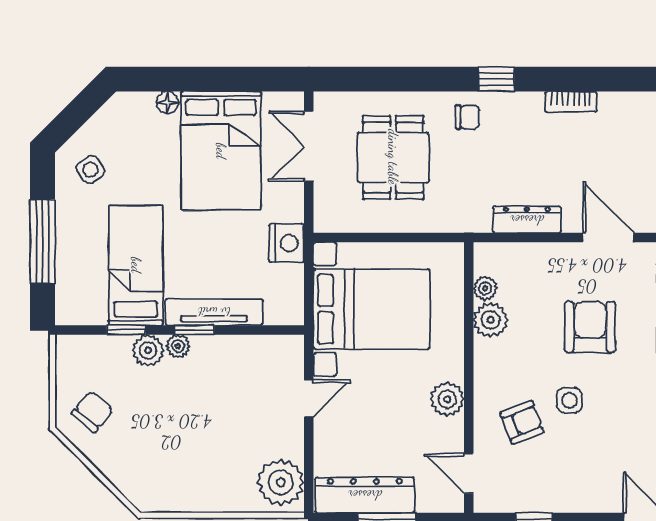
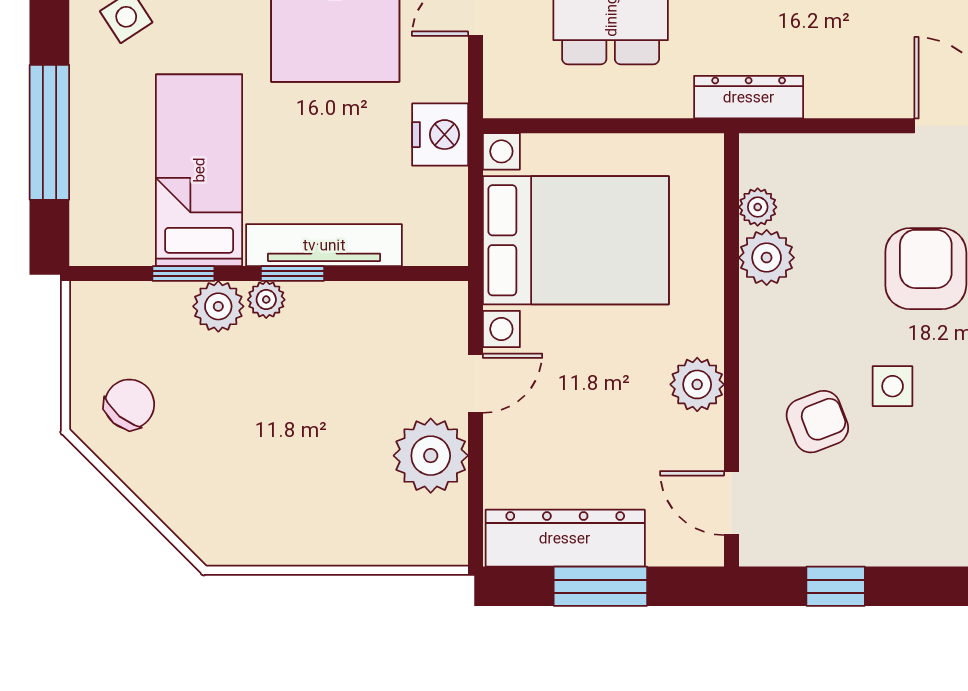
dresser: (527, 220) -> (749, 97), moved
plant: (281, 482) -> (431, 456), moved

